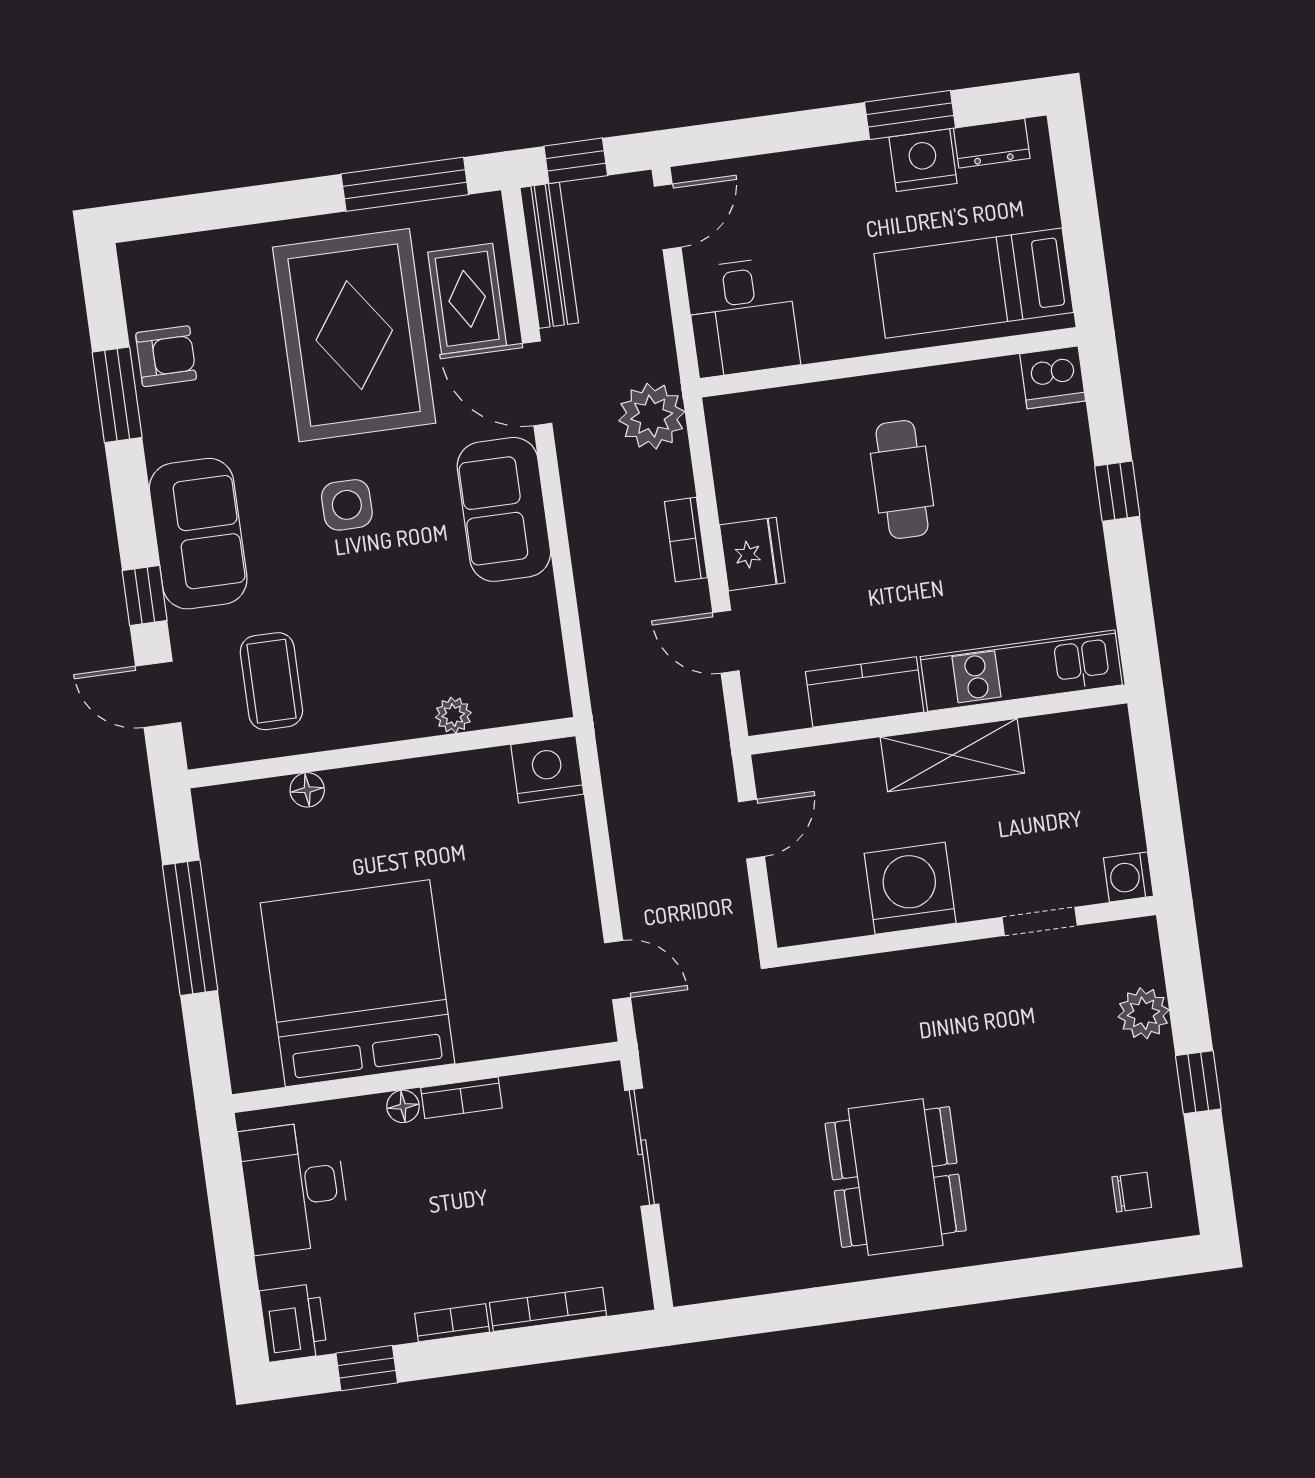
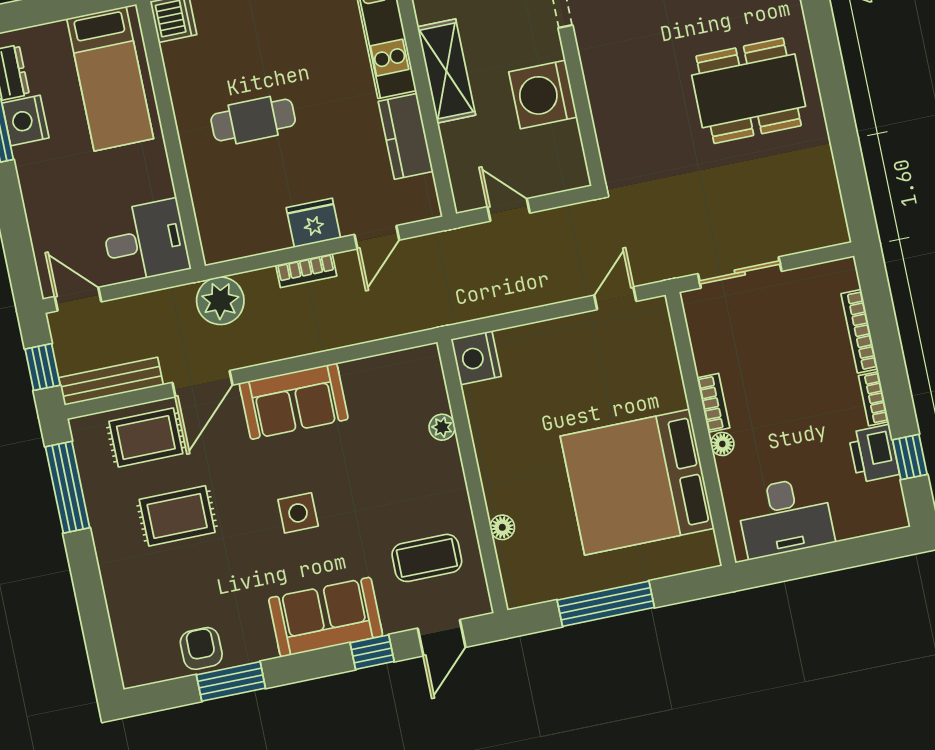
rug: (354, 335) -> (177, 516), width x0.54, depth x0.49
printer: (293, 1323) -> (874, 454), moved, turned -90

